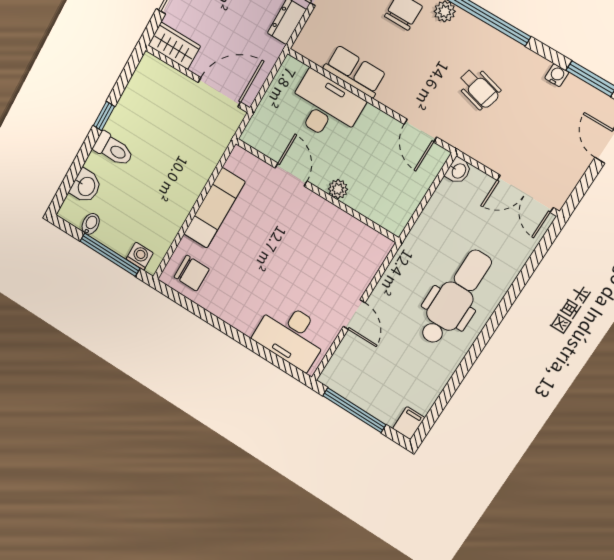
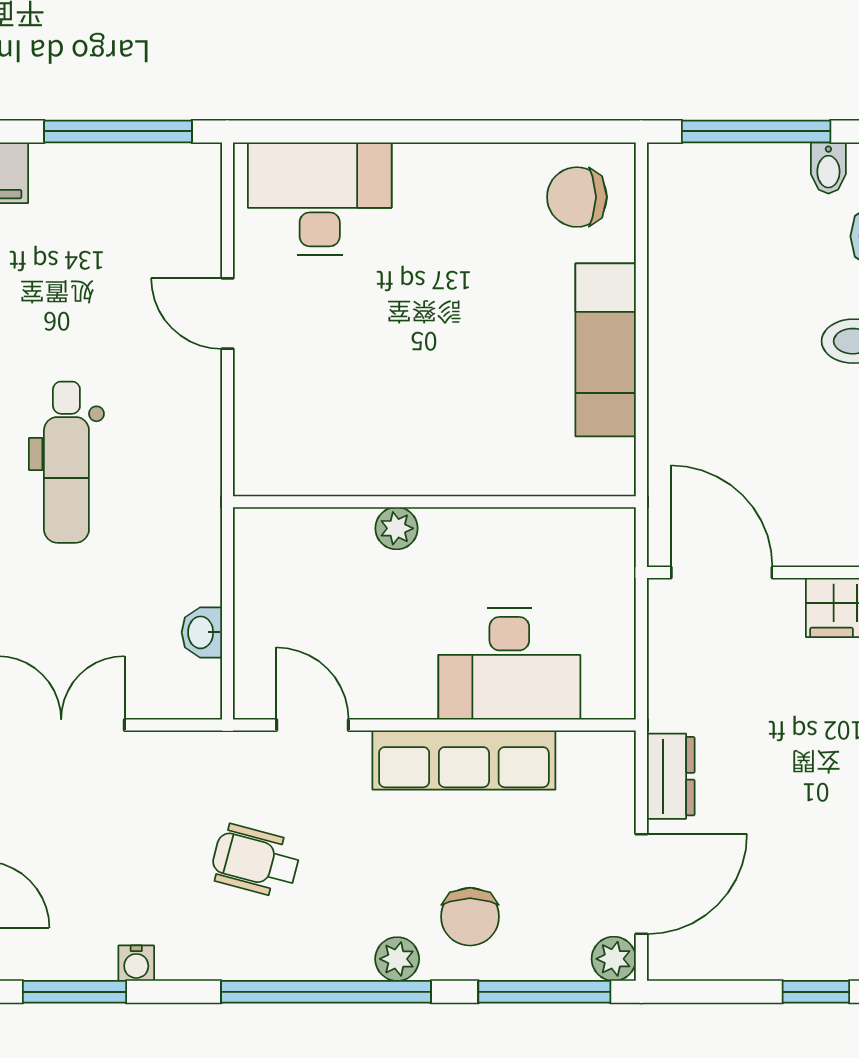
row of seats: (355, 71) -> (464, 760), width x1.48
door: (219, 92) -> (722, 573), swing flipped
washbasin: (458, 171) -> (202, 632), moved
door: (291, 175) -> (498, 502), removed
washing machine: (140, 256) -> (696, 166), removed
dental chair: (455, 297) -> (66, 462), width x0.73, depth x0.72

